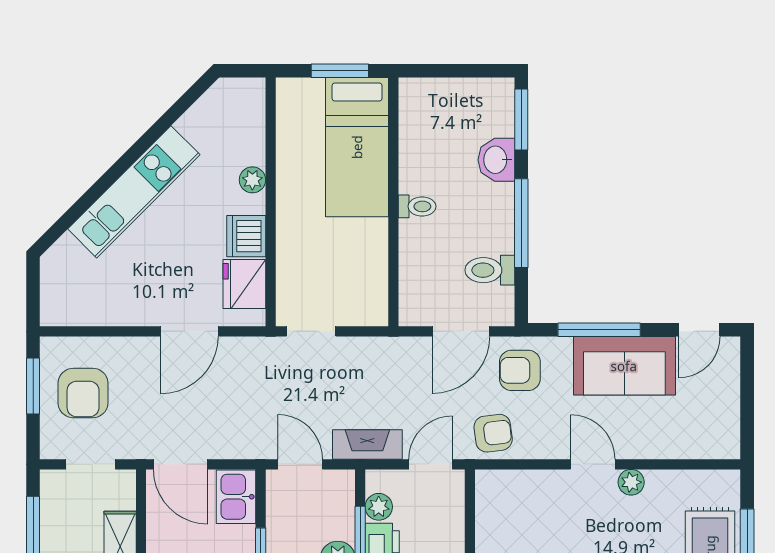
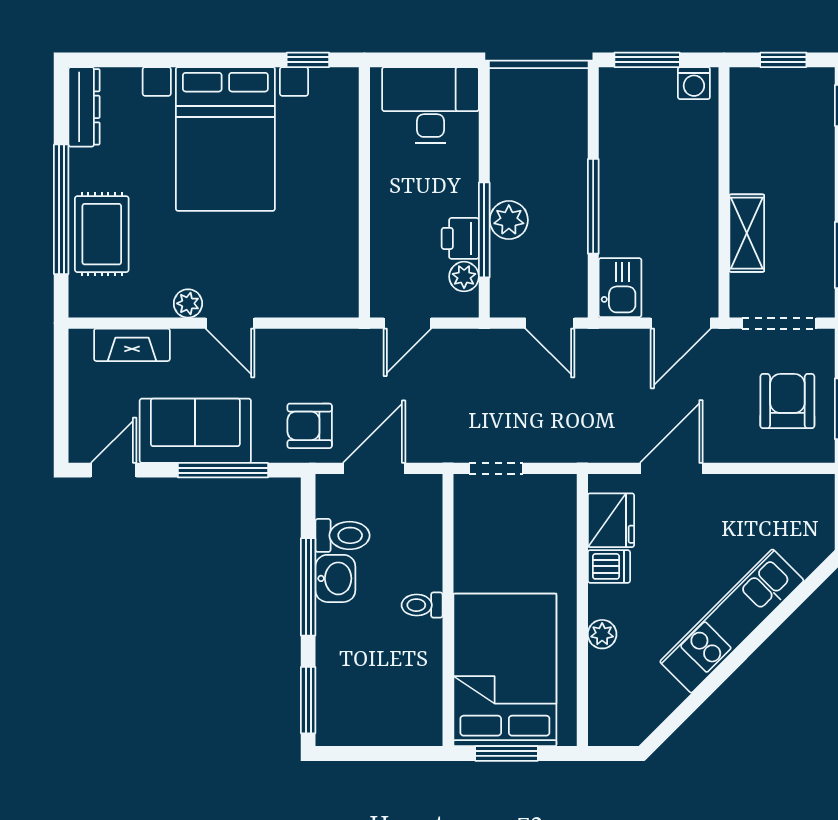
bed: (357, 147) -> (505, 670), width x1.50
washbasin: (496, 160) -> (335, 578), moved
dishwasher: (246, 236) -> (609, 566), width x0.73
doorway: (311, 331) -> (496, 468), moved
armchair: (520, 370) -> (310, 426), turned 180
armchair: (493, 433) -> (339, 357), removed
fireplace: (367, 444) -> (132, 345), moved
doorway: (91, 464) -> (779, 323), width x1.38
door: (181, 464) -> (681, 323), swing flipped

